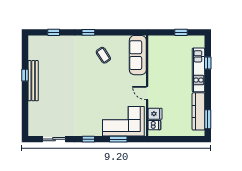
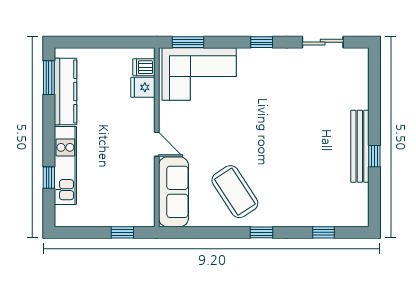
window: (181, 32) -> (122, 232), moved
coffee table: (103, 55) -> (235, 192), width x1.86, depth x1.72
door: (147, 93) -> (157, 144), moved
window: (118, 139) -> (188, 42), moved

